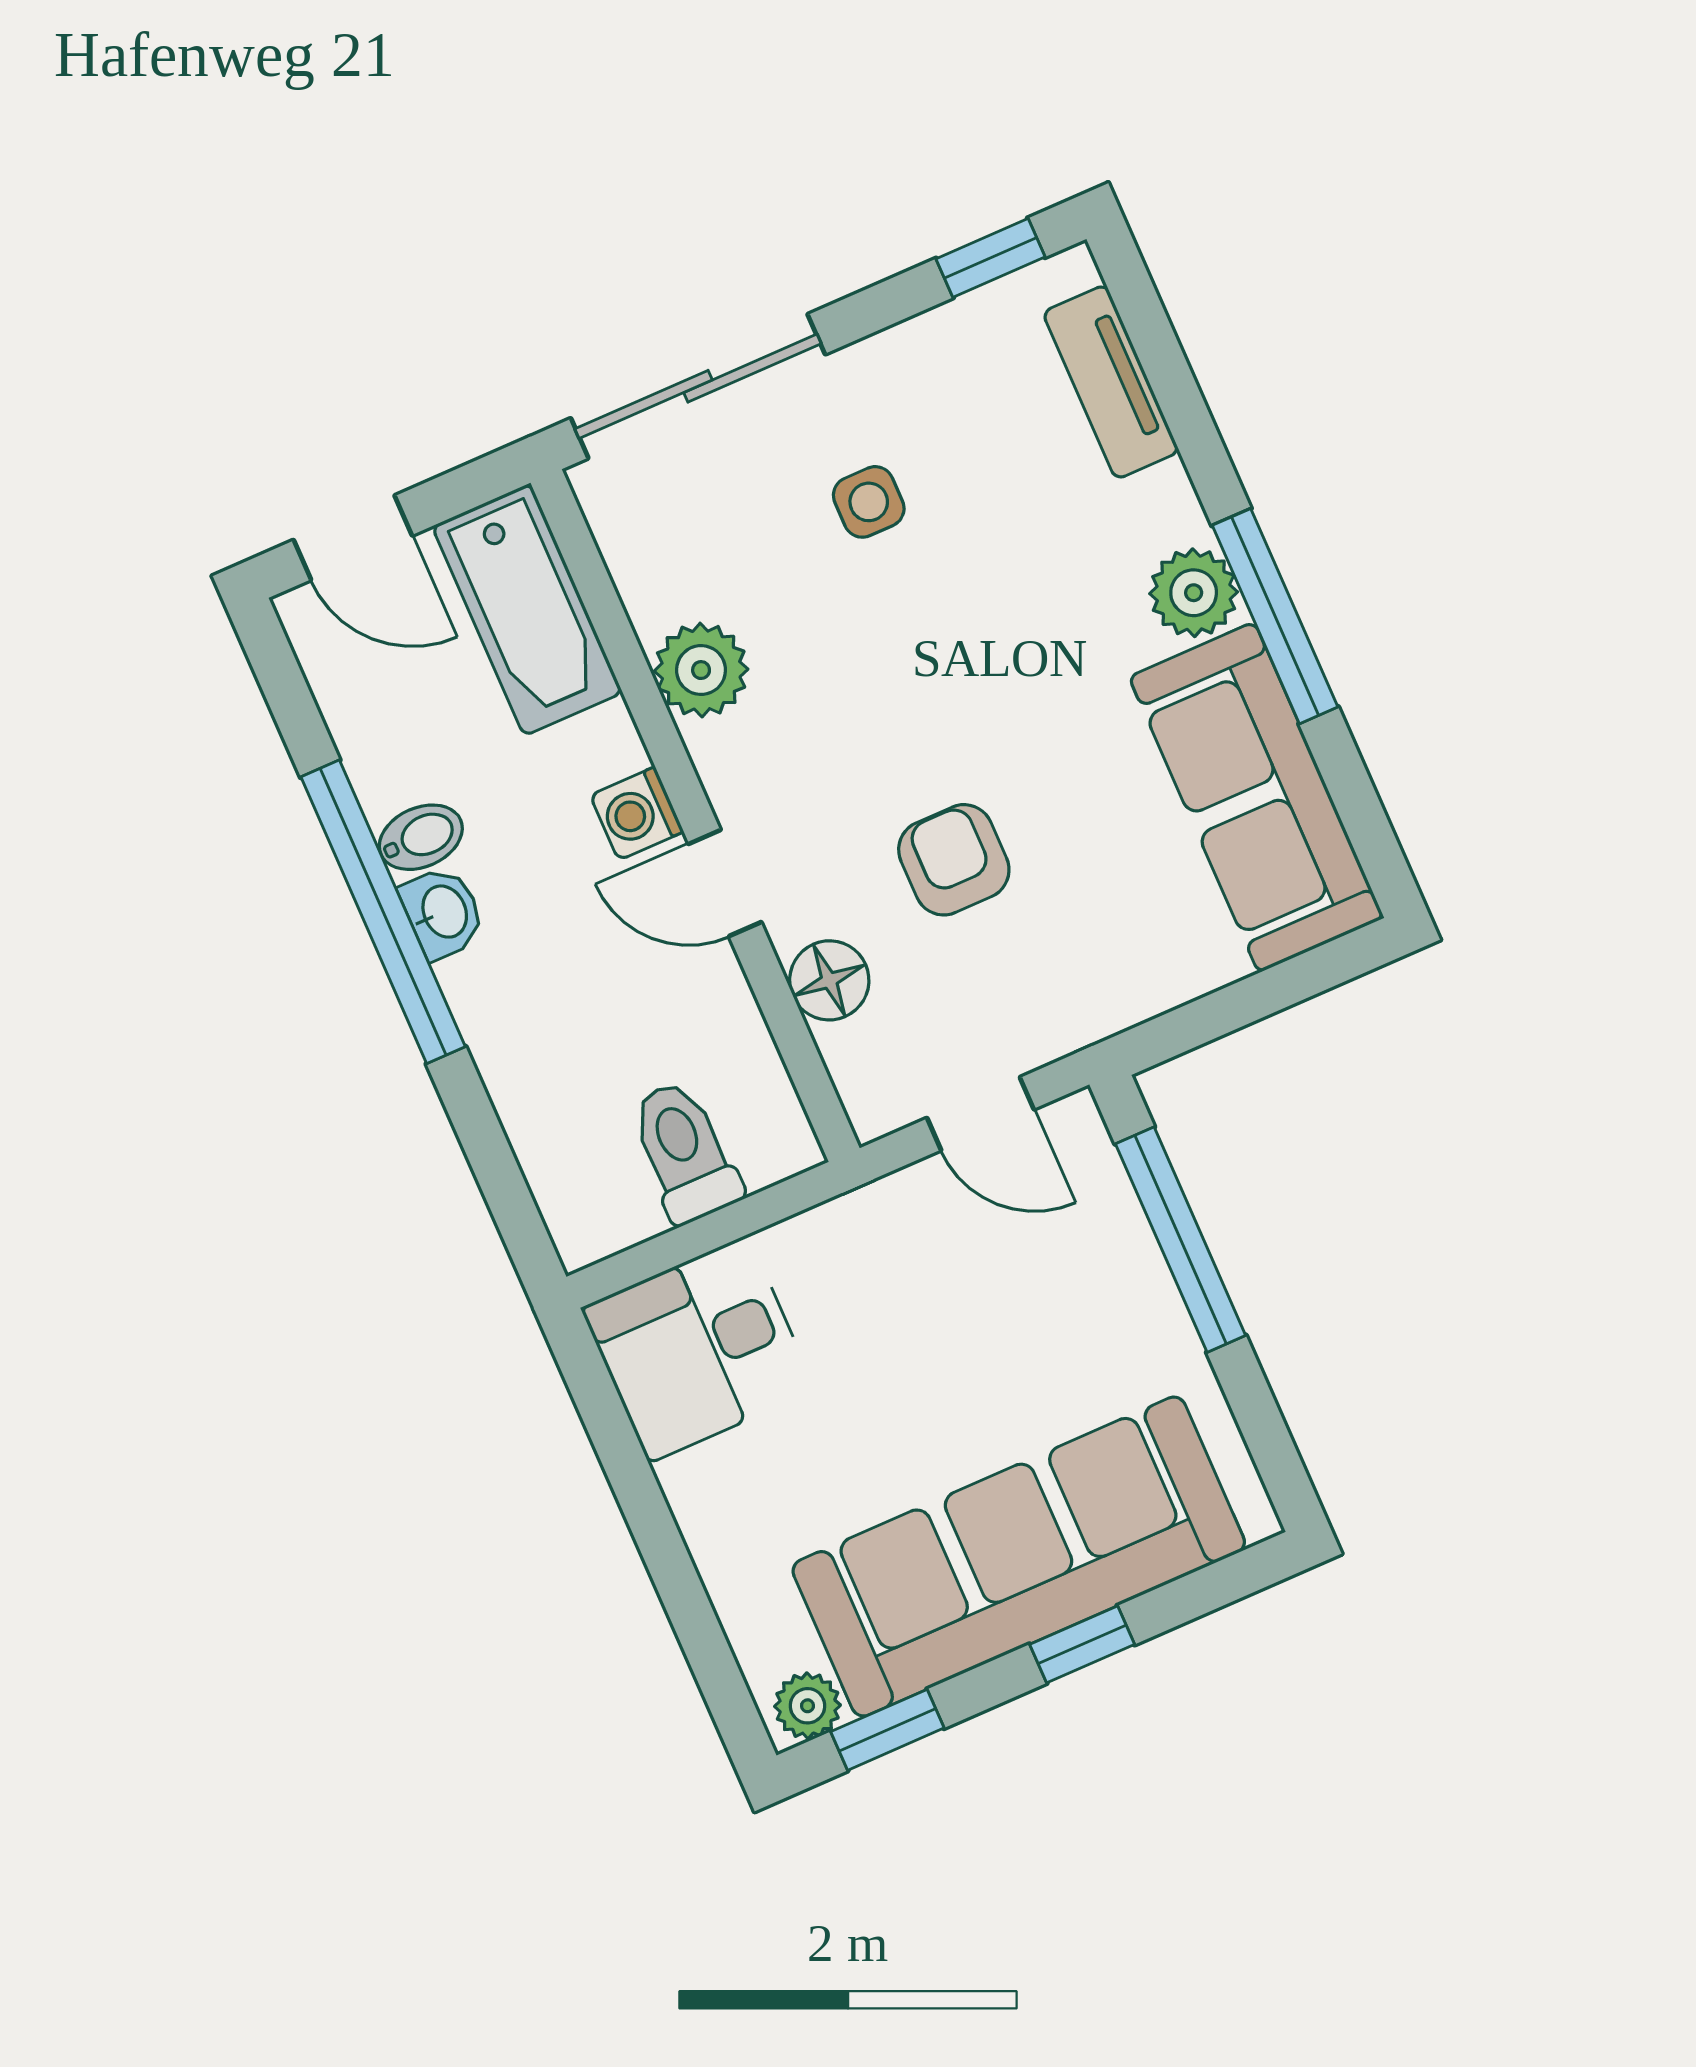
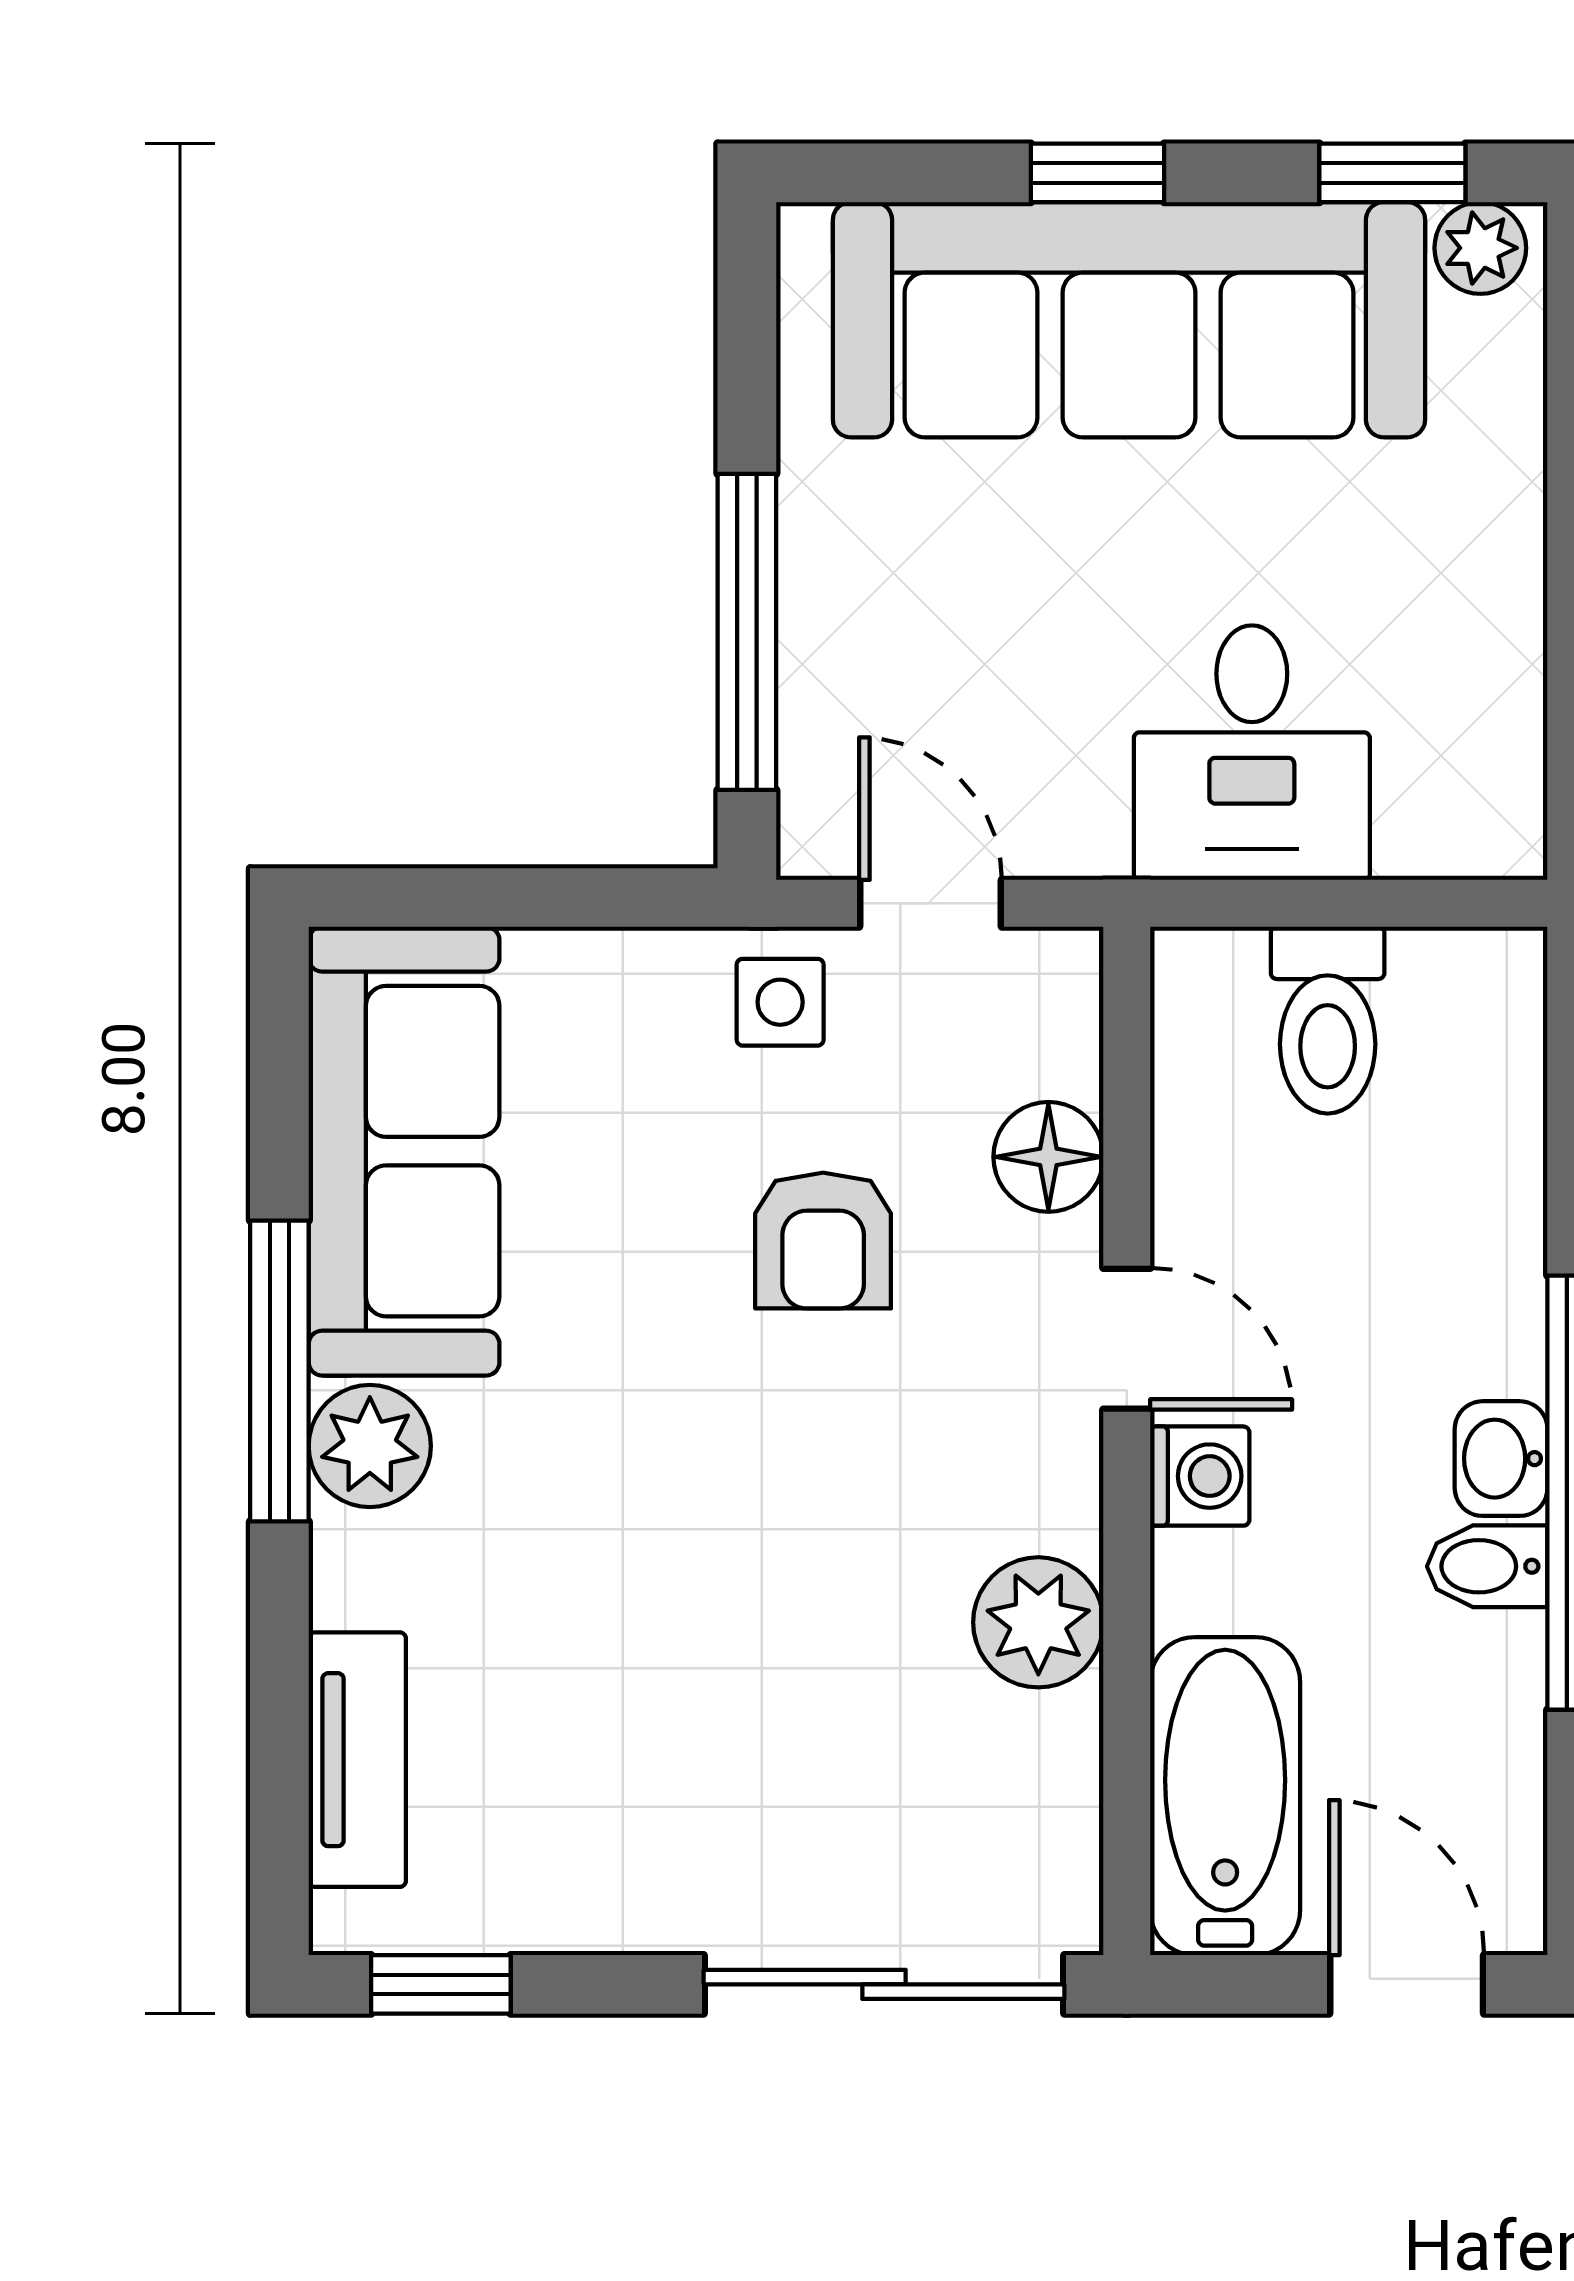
side table: (869, 502) -> (780, 1002), moved
desk: (698, 1349) -> (1252, 753), moved, turned 90

